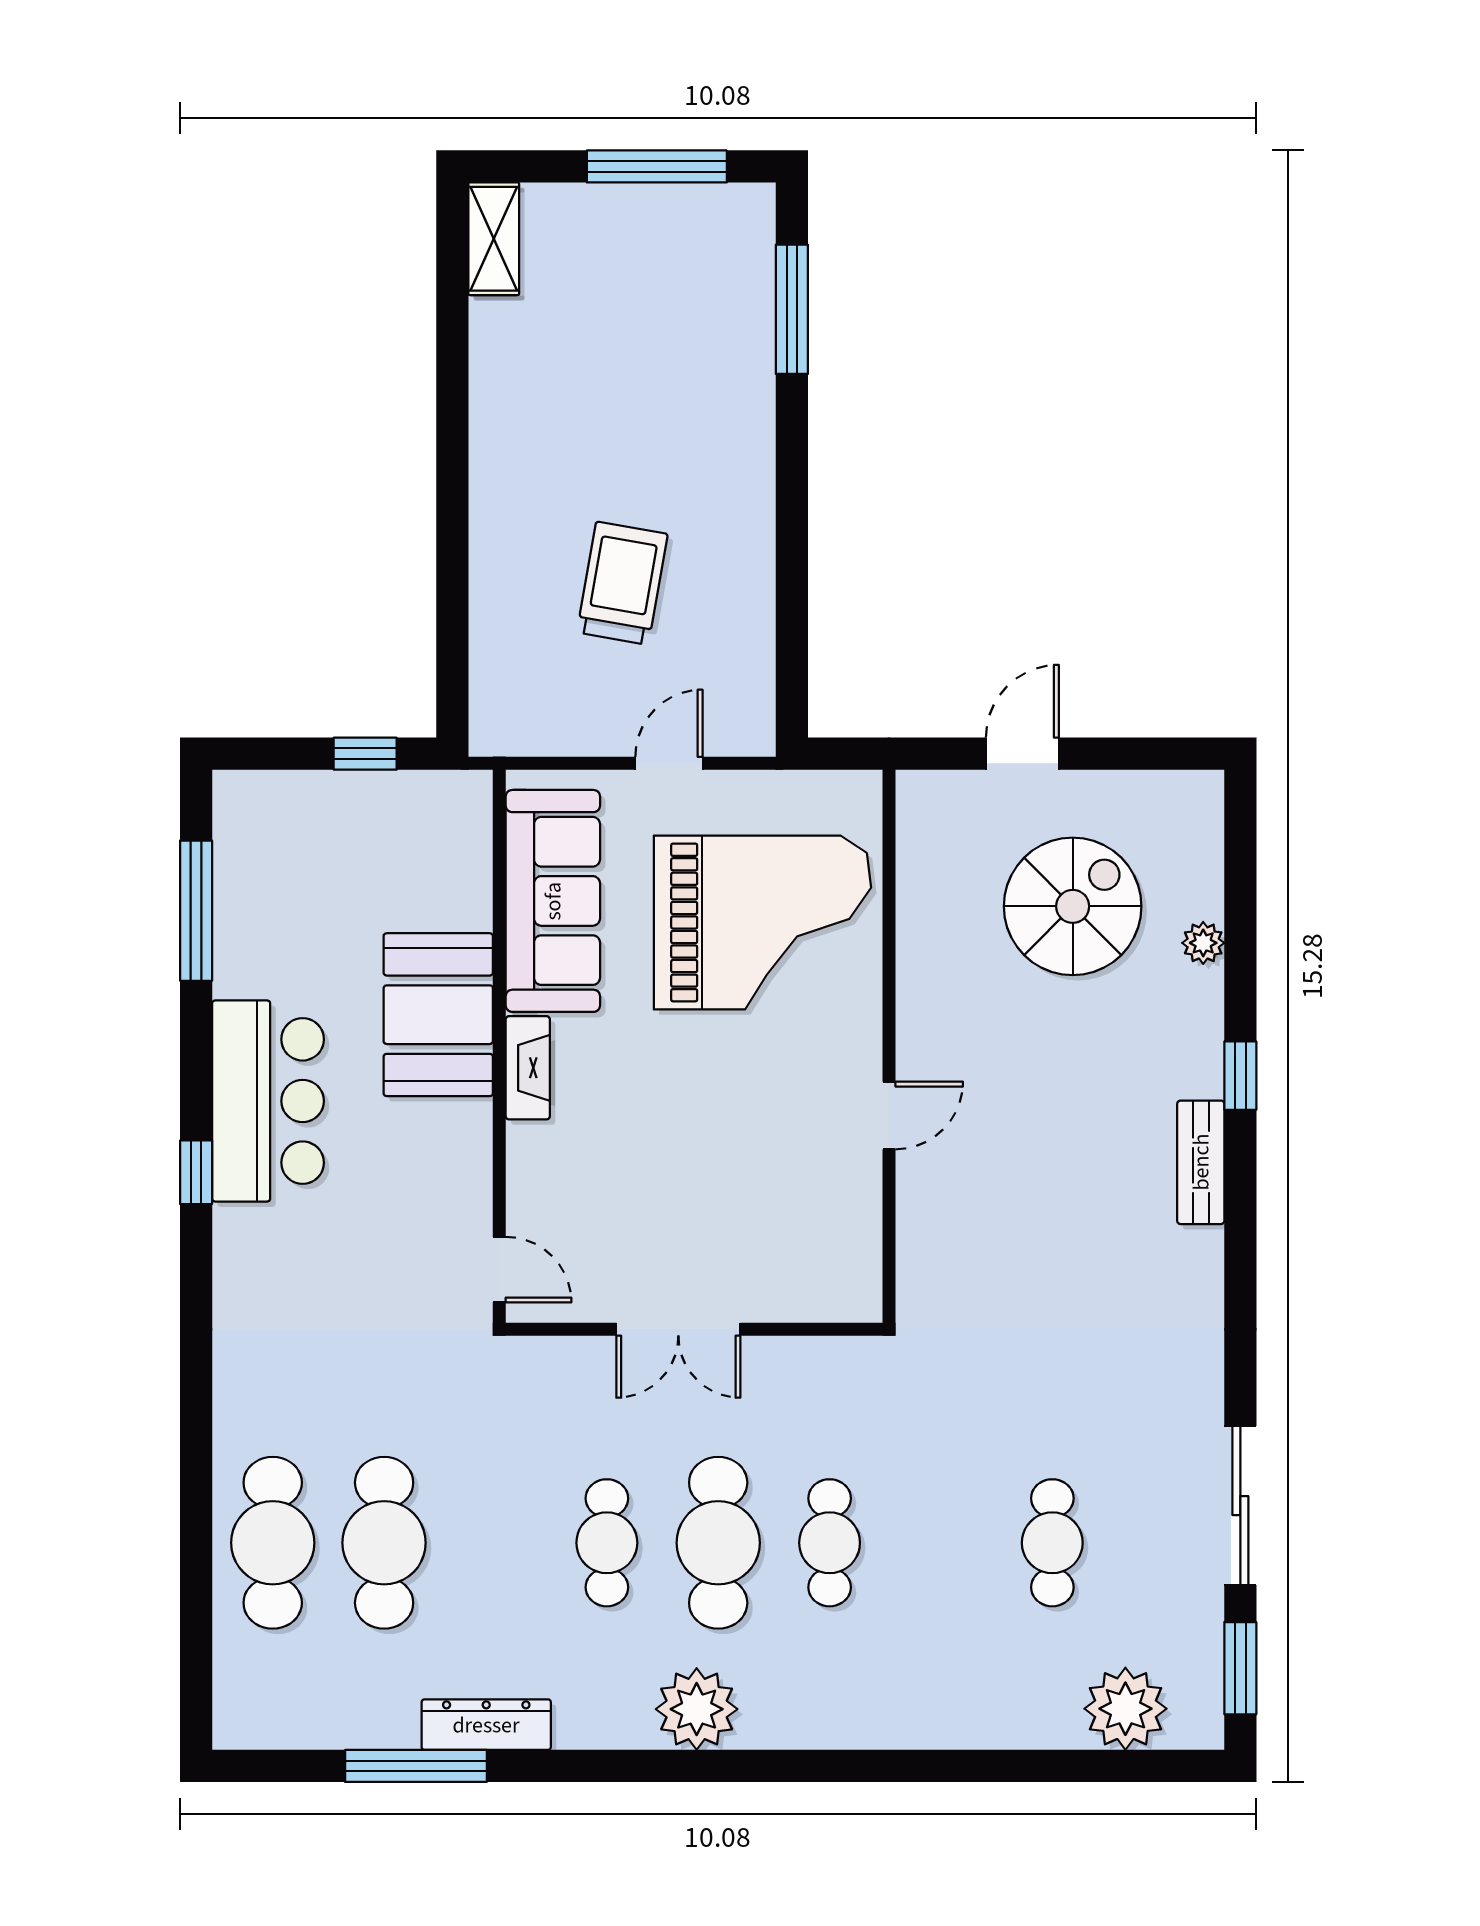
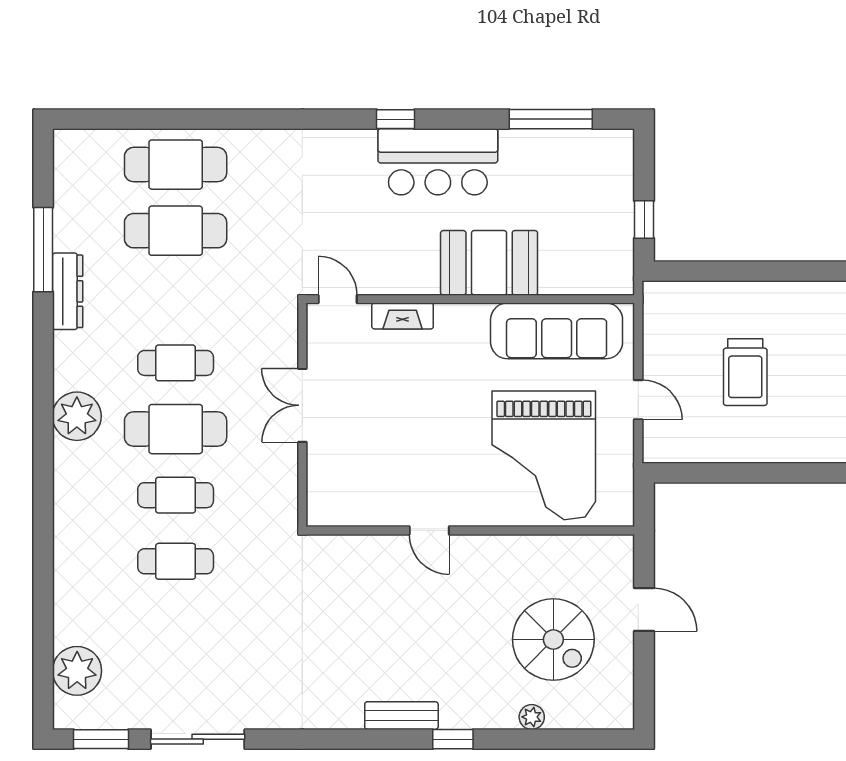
trolley: (622, 583) -> (745, 372), turned 80
fireplace: (528, 1068) -> (403, 316), moved
door: (499, 1270) -> (338, 299), swing flipped
cafe table: (1052, 1543) -> (176, 561), moved

